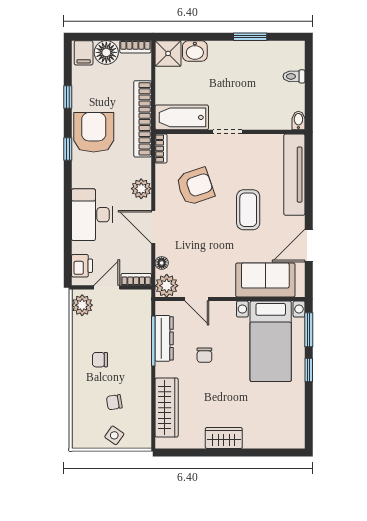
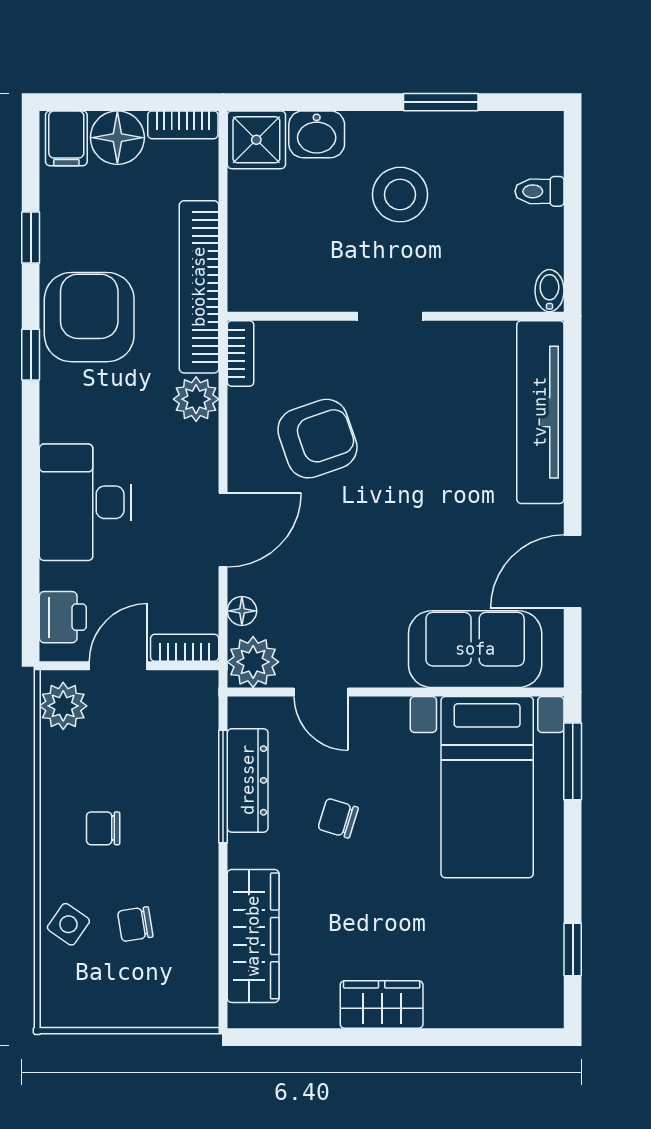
stool: (232, 78) -> (400, 195), added
bathtub: (182, 117) -> (287, 284), removed
plant: (141, 189) -> (196, 399), moved
coffee table: (248, 210) -> (437, 491), removed
door: (153, 227) -> (223, 530), swing flipped
chair: (204, 355) -> (338, 818), turned 107
window: (309, 370) -> (573, 949), moved
side table: (114, 435) -> (68, 924), moved

